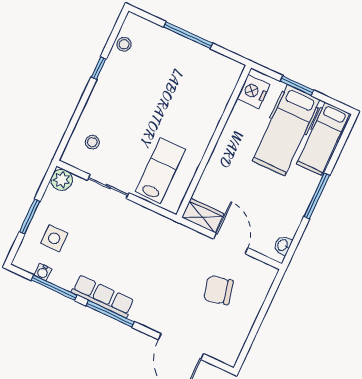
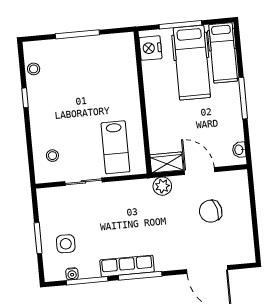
window: (297, 86) -> (180, 25), width x1.44
lab bench: (160, 171) -> (115, 147), turned 180
plant: (62, 180) -> (162, 186), moved

